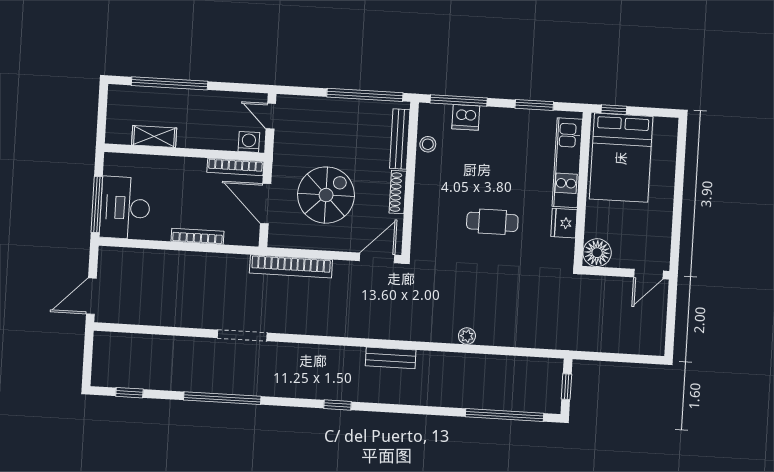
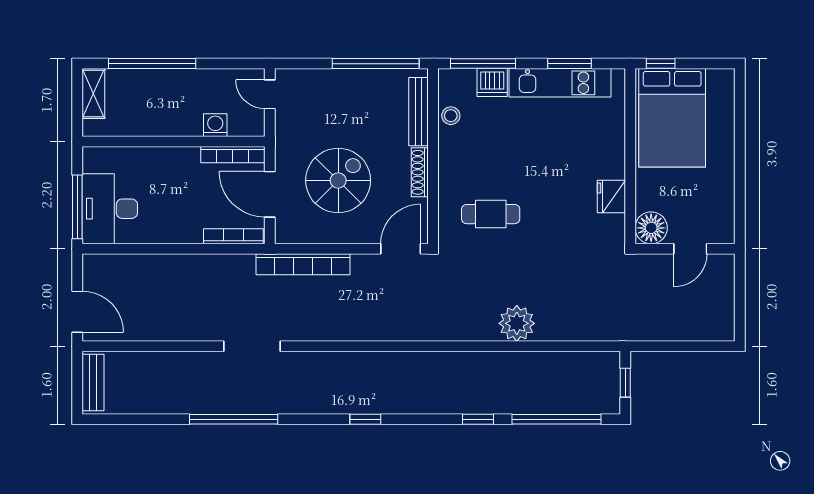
shelving: (154, 137) -> (93, 94), moved, turned 90
washing machine: (249, 142) -> (215, 125), moved
kitchen unit: (567, 163) -> (560, 83), moved, turned -90
cafe table: (492, 222) -> (491, 214), moved
bookcase: (197, 236) -> (233, 236), moved
door: (648, 274) -> (690, 249), moved
door: (91, 296) -> (77, 312), swing flipped
plant: (467, 336) -> (517, 323), width x1.87, depth x1.87
bench: (391, 358) -> (93, 382), moved, turned 90
window: (129, 393) -> (478, 419), moved

